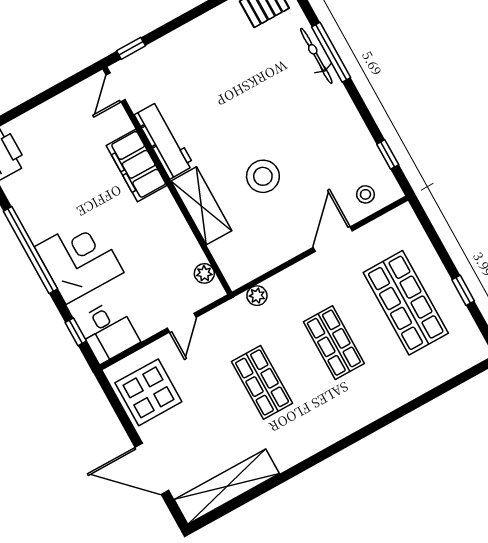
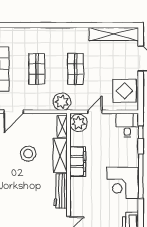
filing cabinet: (137, 165) -> (78, 161), moved
corner desk: (79, 260) -> (123, 183), moved
shelving: (228, 262) -> (62, 126), added
plant: (204, 273) -> (78, 123), width x1.88, depth x1.88
plant: (257, 296) -> (62, 102), width x1.88, depth x1.88

